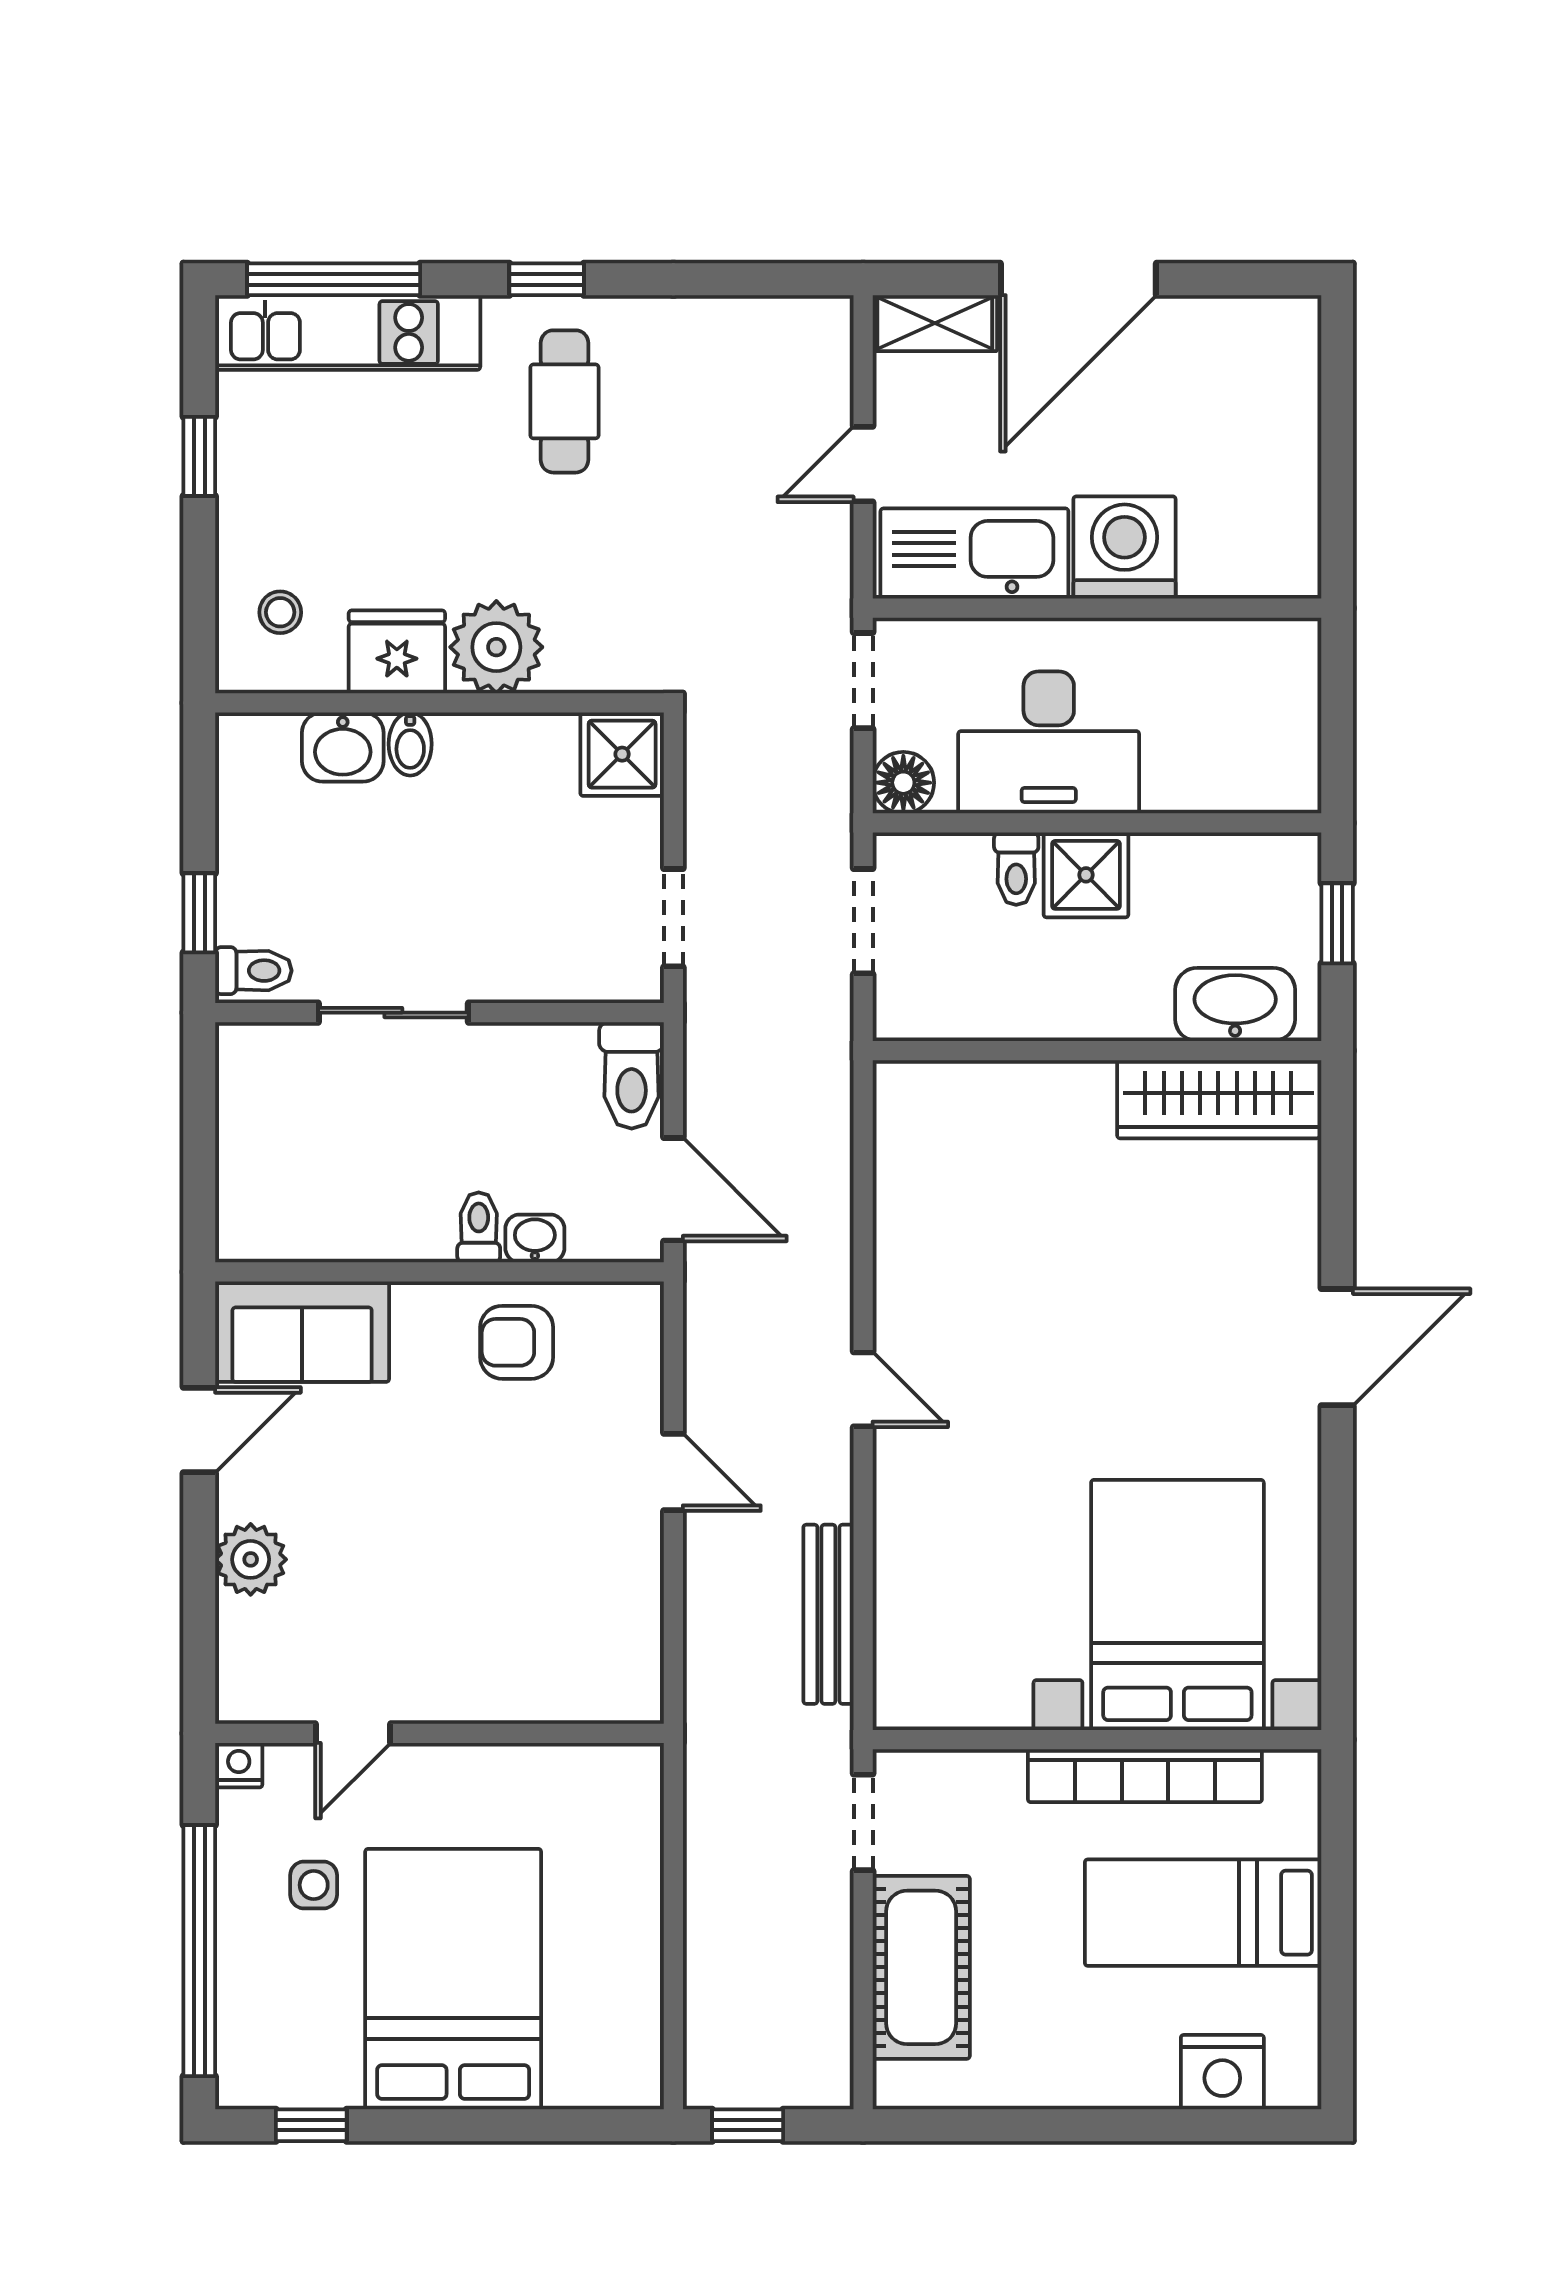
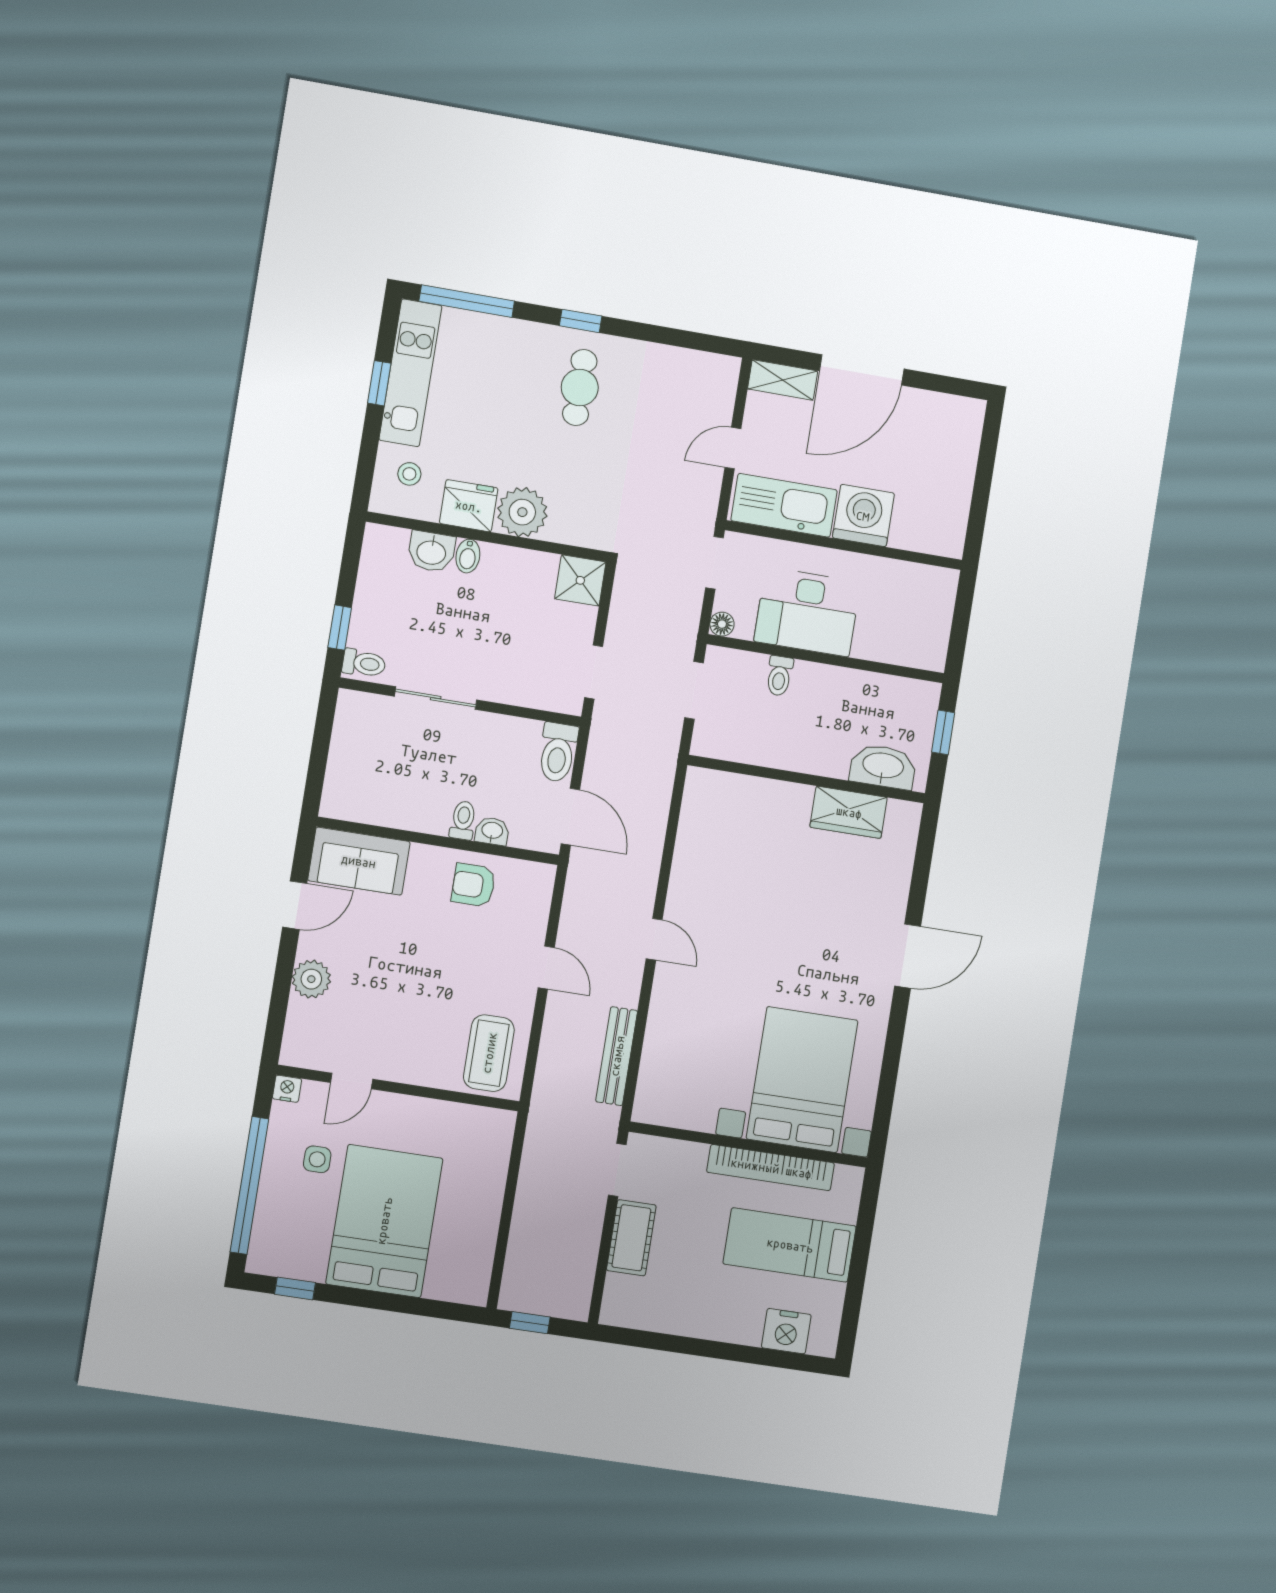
kitchen unit: (348, 332) -> (410, 373), moved, turned -90
floor lamp: (903, 783) -> (722, 624), width x0.73, depth x0.73
shower: (1086, 875) -> (816, 685), removed
wardrobe: (1218, 1099) -> (849, 812), width x0.67
coffee table: (594, 1644) -> (489, 1053), added
cot: (921, 1967) -> (631, 1238), width x0.73, depth x0.75

